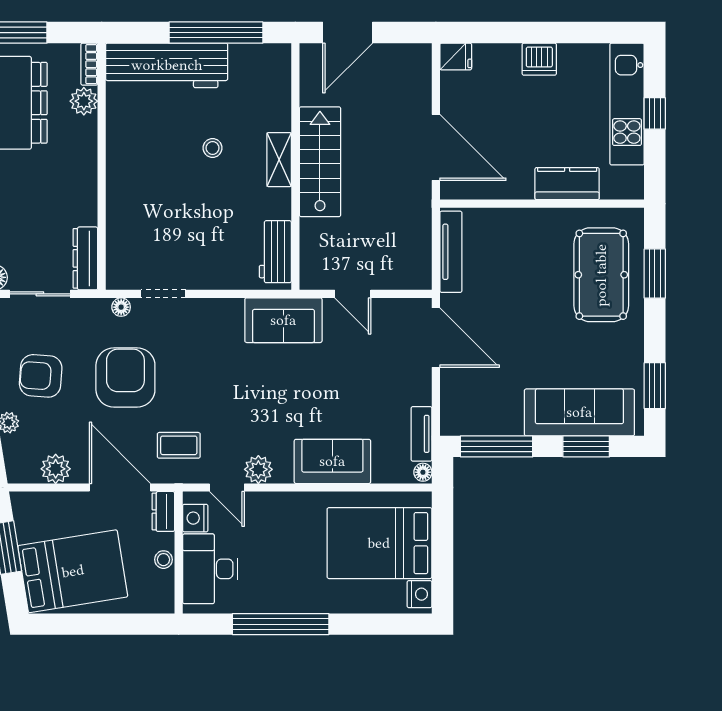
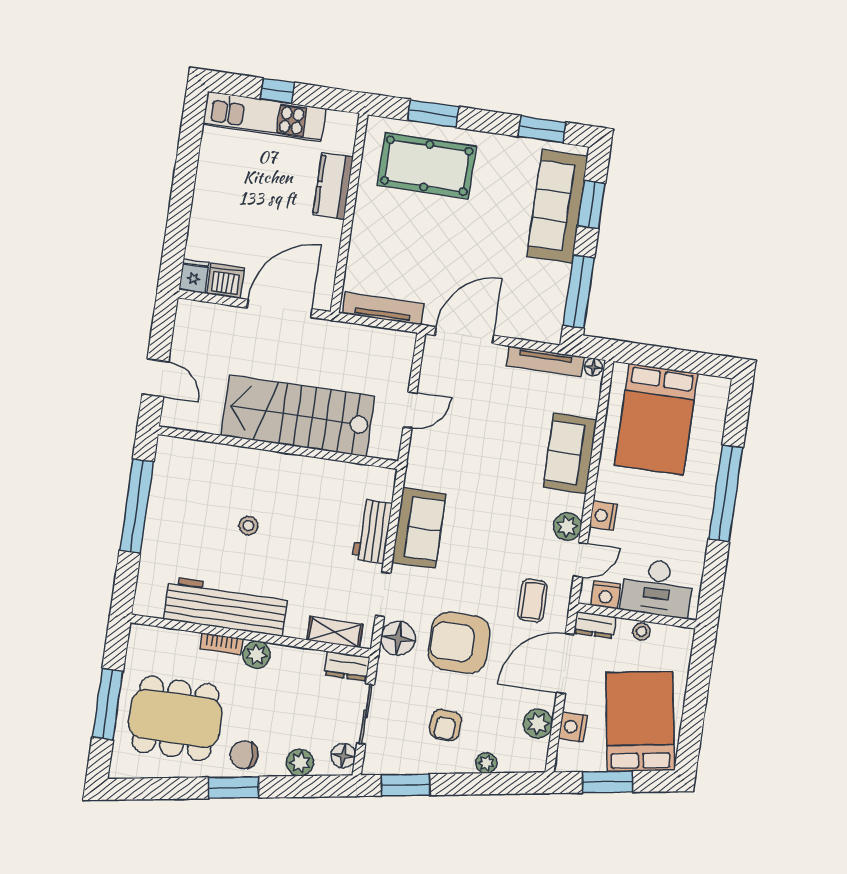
door: (348, 33) -> (155, 378), width x0.73
dishwasher: (539, 59) -> (226, 281), moved, turned -90
bookcase: (89, 64) -> (221, 644), moved
workbench: (167, 65) -> (226, 606), moved, turned -90
plant: (84, 101) -> (256, 655), moved
shelving: (279, 160) -> (335, 632), moved
stairs: (320, 162) -> (298, 416), width x1.36, depth x1.51
workbench: (275, 252) -> (372, 531), moved, turned 90
dresser: (85, 258) -> (347, 666), width x0.70
floor lamp: (121, 307) -> (398, 638), width x1.89, depth x1.89
sofa: (283, 320) -> (419, 528), moved
armchair: (41, 376) -> (446, 725), width x0.72, depth x0.72
tv unit: (422, 434) -> (545, 361), width x1.41
nightstand: (57, 504) -> (573, 727), added
nightstand: (419, 594) -> (603, 516), moved, turned -90
window: (281, 624) -> (726, 493), moved

